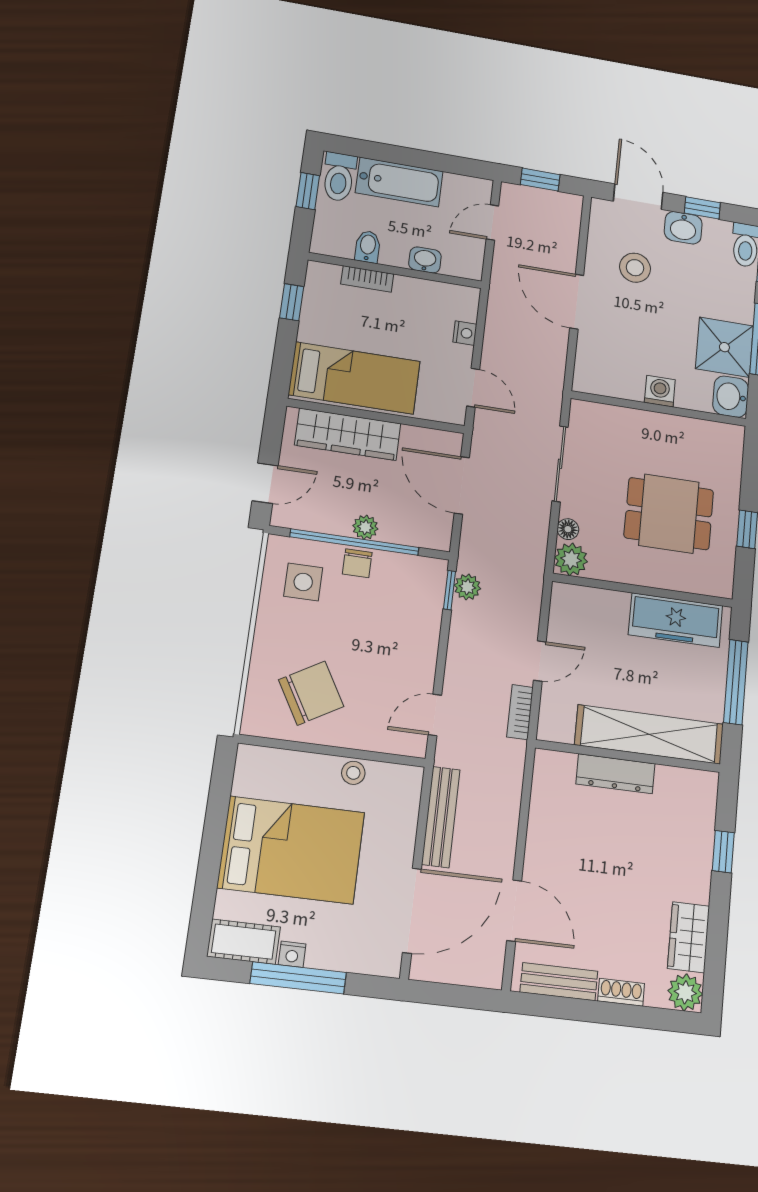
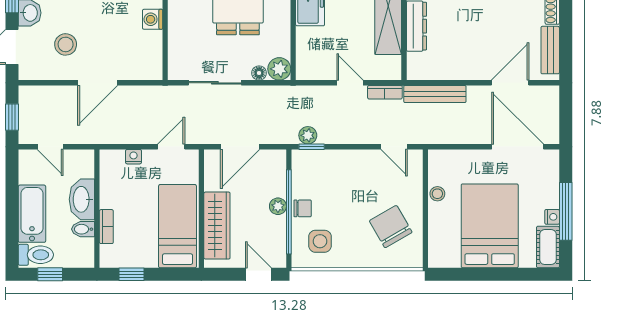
washbasin: (425, 260) -> (82, 199), width x1.91, depth x1.45
bench: (441, 817) -> (435, 94), moved

